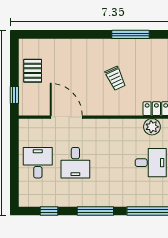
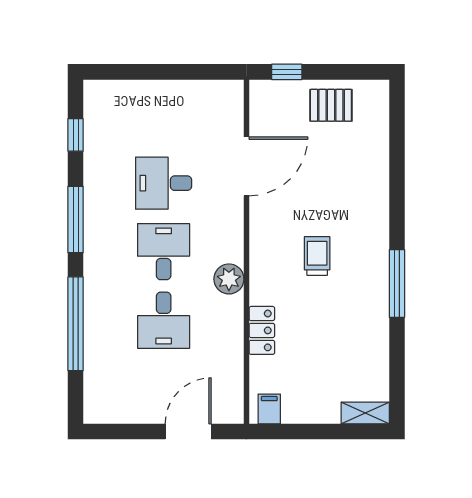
trolley: (115, 78) -> (317, 256), turned 115
plant: (152, 127) -> (229, 279), moved
desk: (38, 163) -> (164, 252), moved, turned -90

